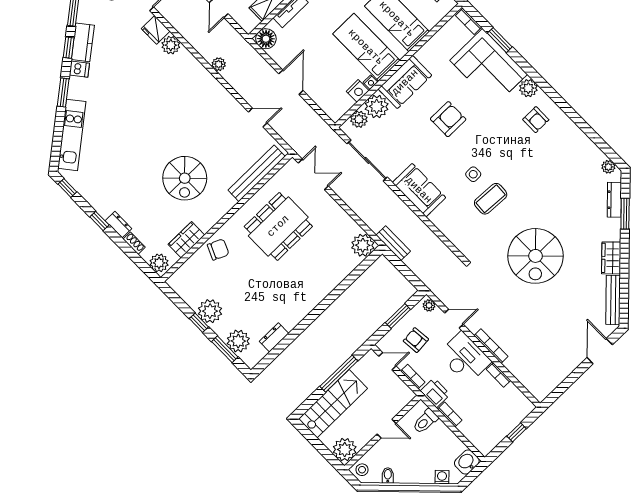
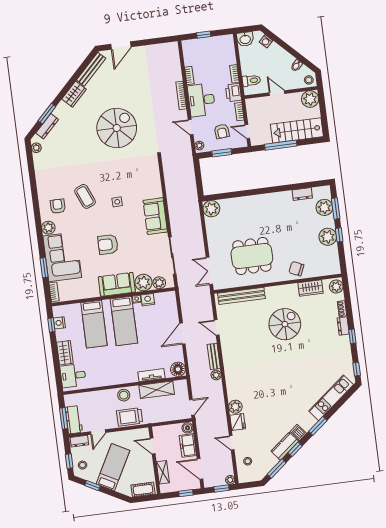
coffee table: (491, 199) -> (85, 196), moved, turned 64
bench: (393, 243) -> (214, 356), moved

